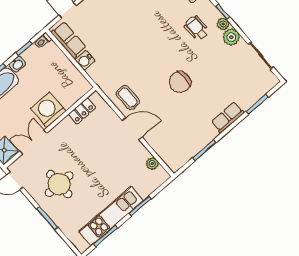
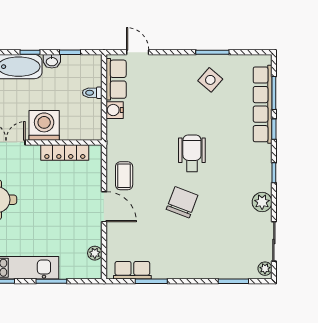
plant: (223, 24) -> (265, 269), moved
wheelchair: (197, 28) -> (192, 153), moved, width x1.36, depth x1.37
toilet: (43, 41) -> (92, 93), moved
chair: (180, 82) -> (182, 202), turned 111
locker: (82, 111) -> (65, 153), width x1.53
row of seats: (228, 117) -> (132, 270), moved

